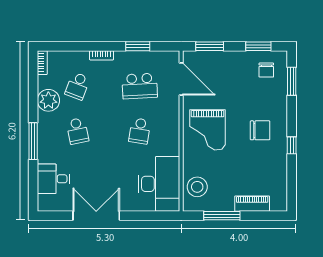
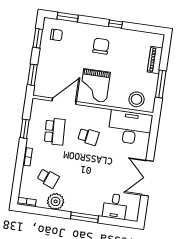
door: (181, 79) -> (64, 101), moved
grand piano: (207, 130) -> (95, 85), turned 90
school desk: (77, 131) -> (82, 183), removed

